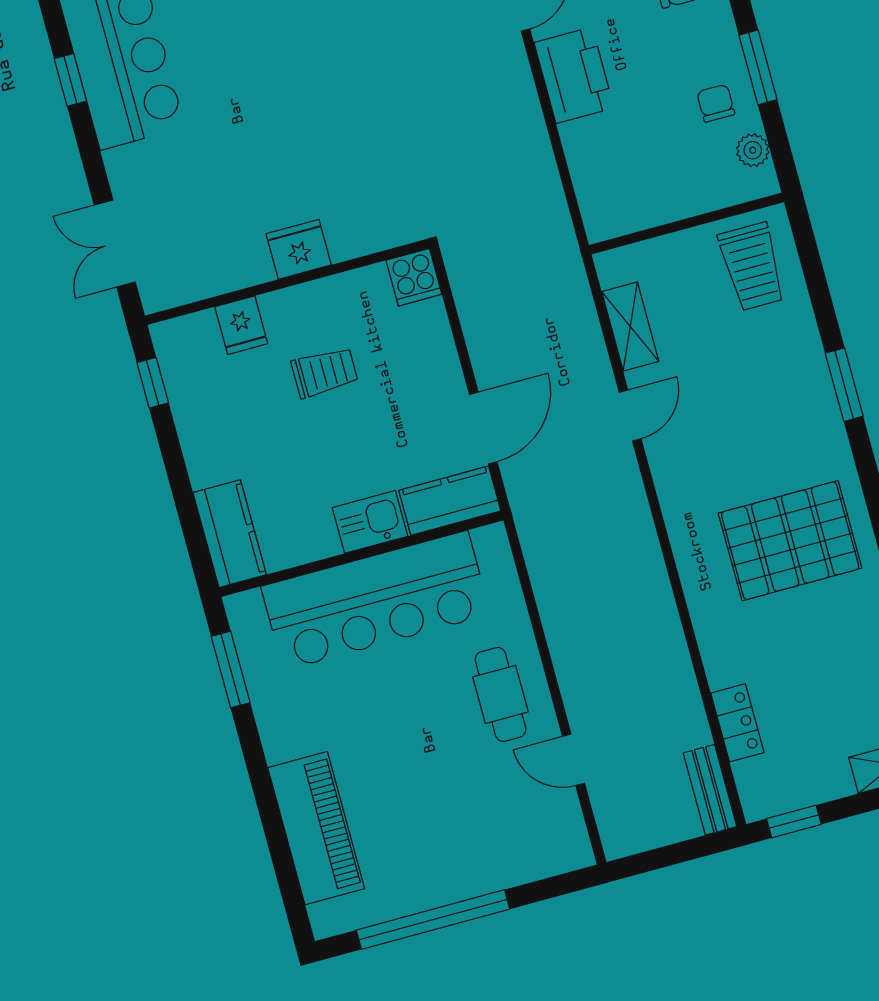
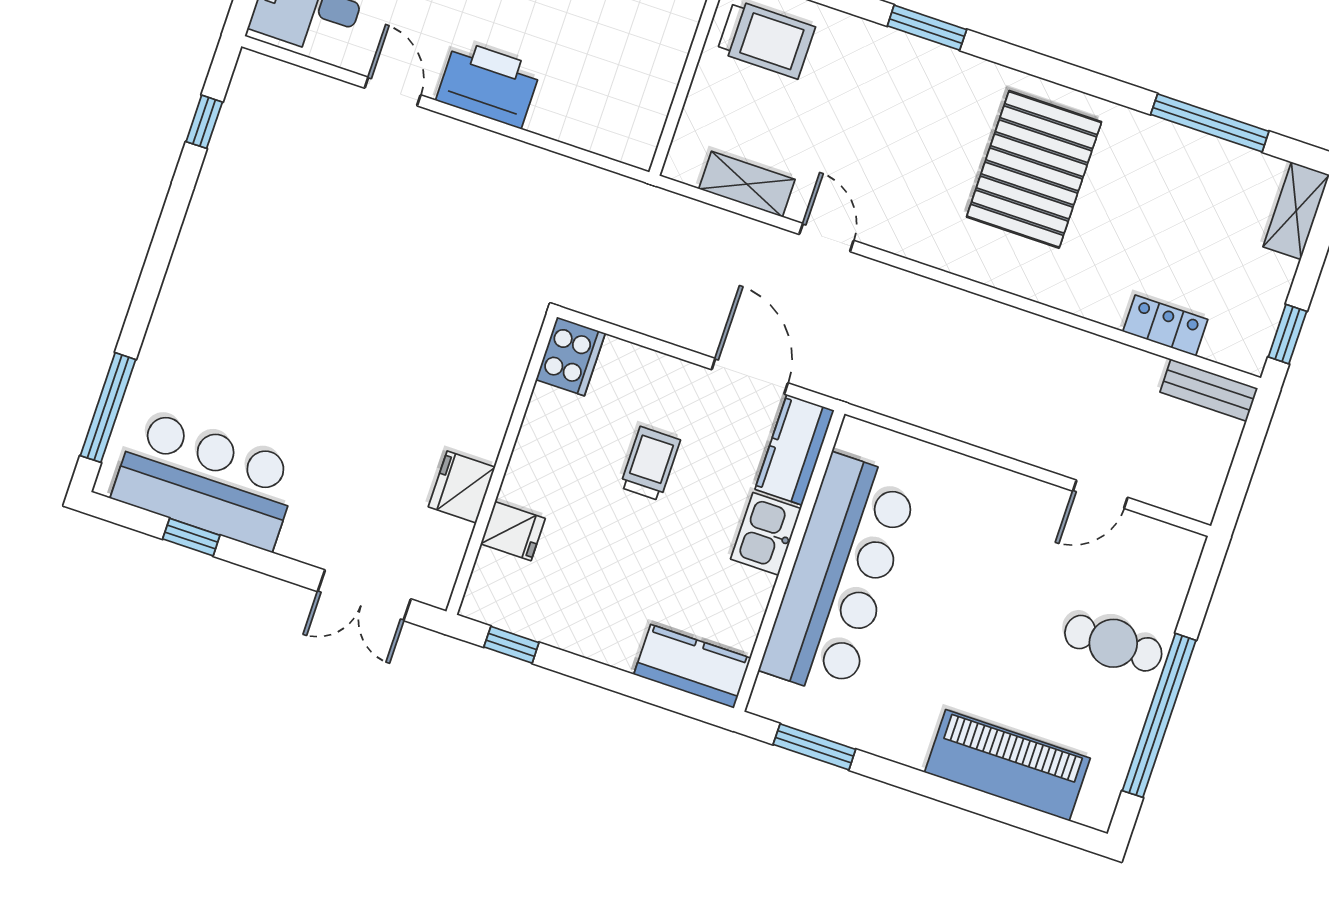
fridge: (299, 249) -> (462, 487), moved
cooker: (414, 277) -> (571, 356), width x1.36
trolley: (325, 372) -> (650, 464), moved
cafe table: (501, 694) -> (1113, 643), moved

